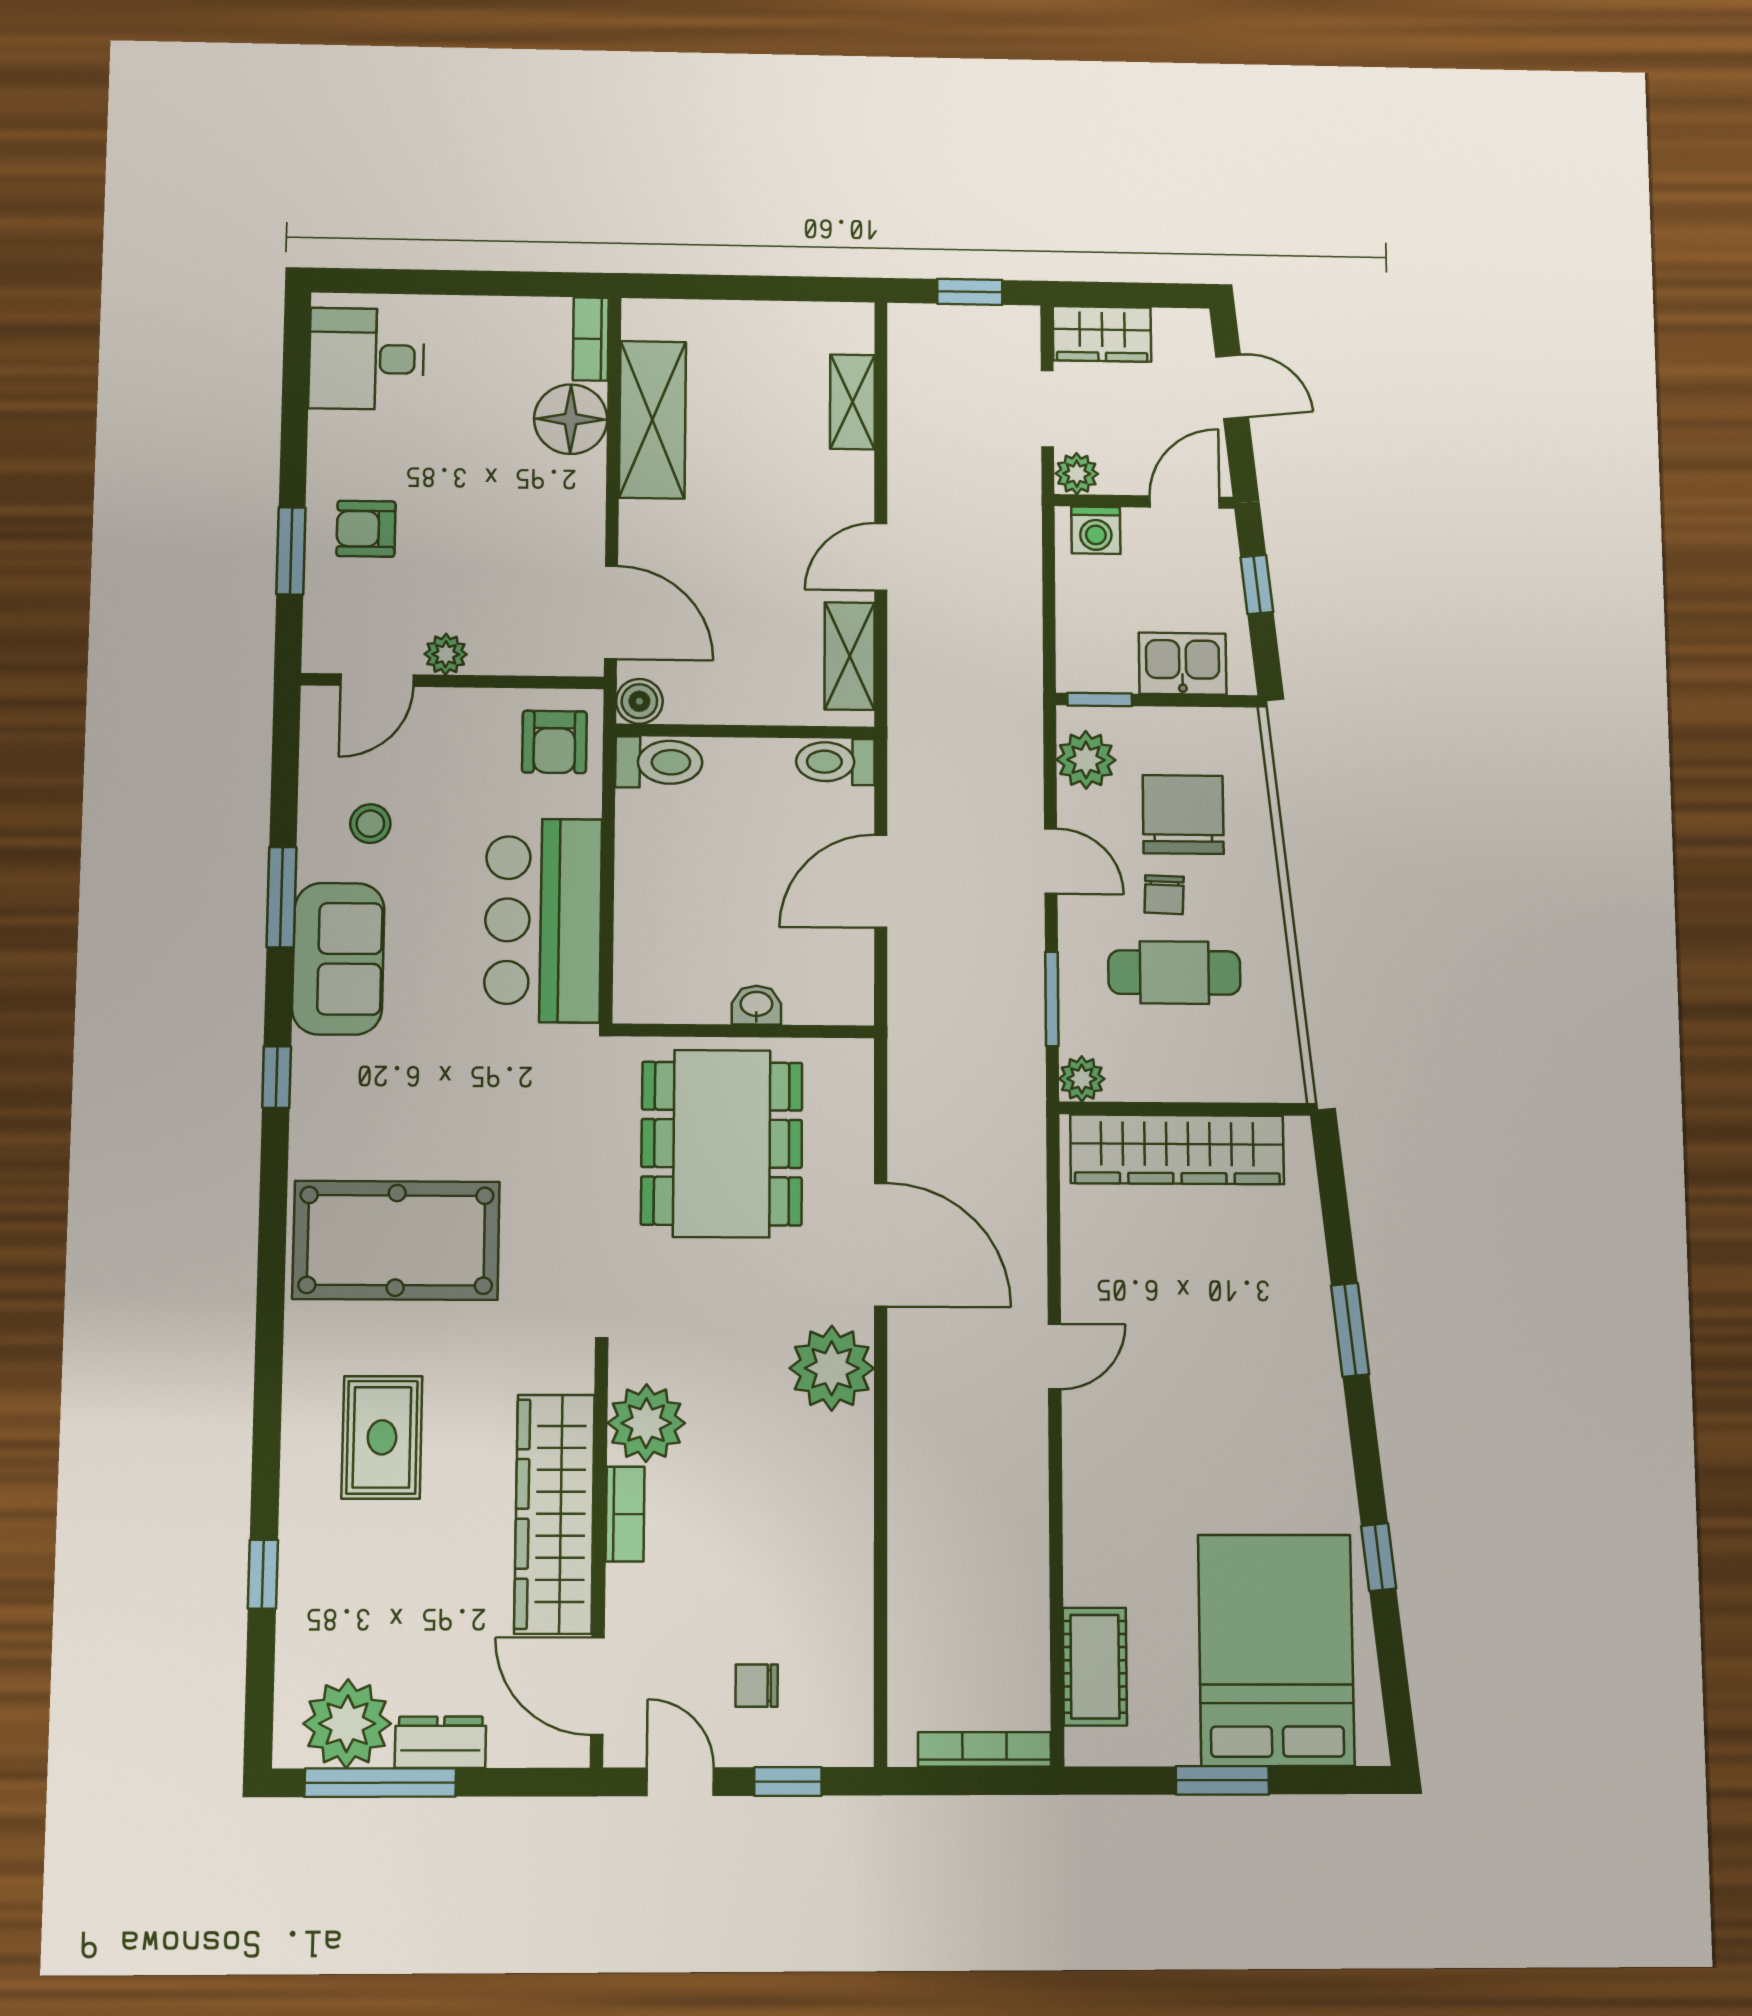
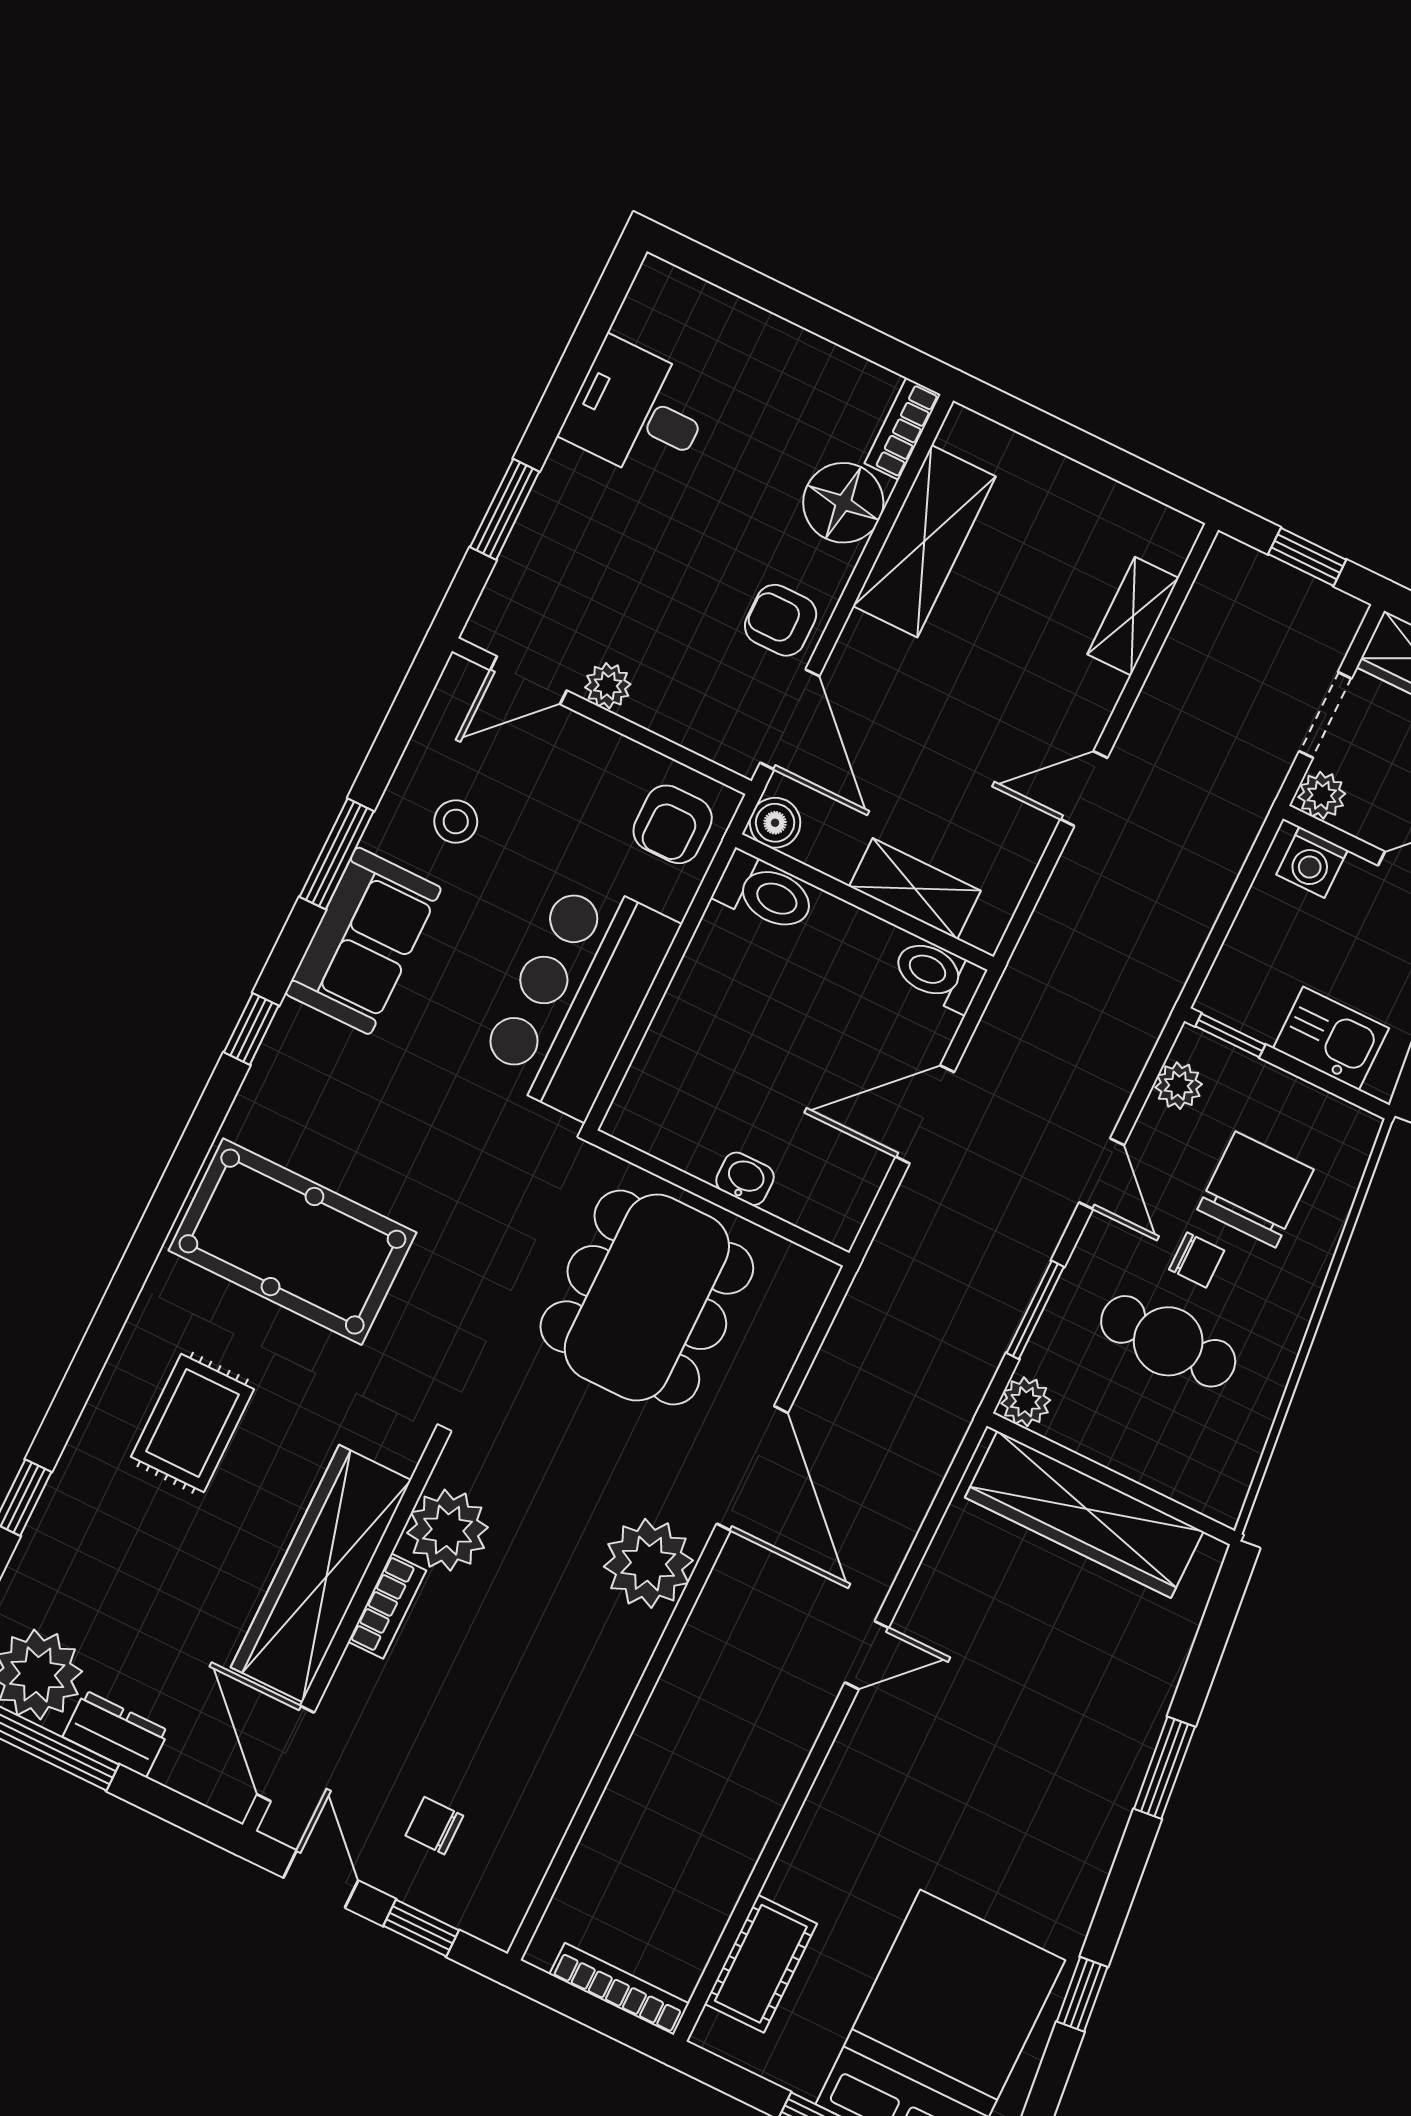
desk: (367, 359) -> (638, 411), moved
armchair: (366, 529) -> (781, 620), moved
shelving: (850, 656) -> (915, 889), moved, turned 90
plant: (1086, 760) -> (1179, 1086), width x0.73, depth x0.73
chair: (1164, 895) -> (1197, 1260), turned -92

